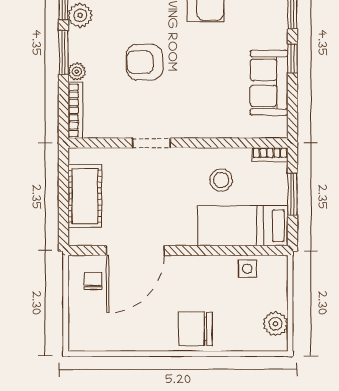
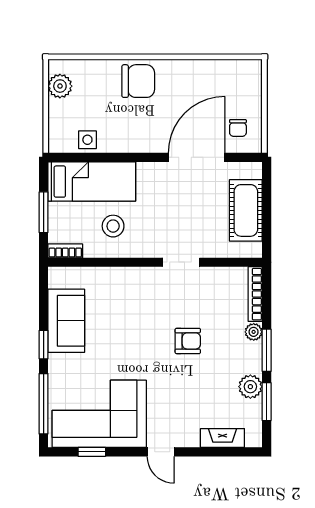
armchair: (144, 62) -> (188, 341), width x0.72, depth x0.72

